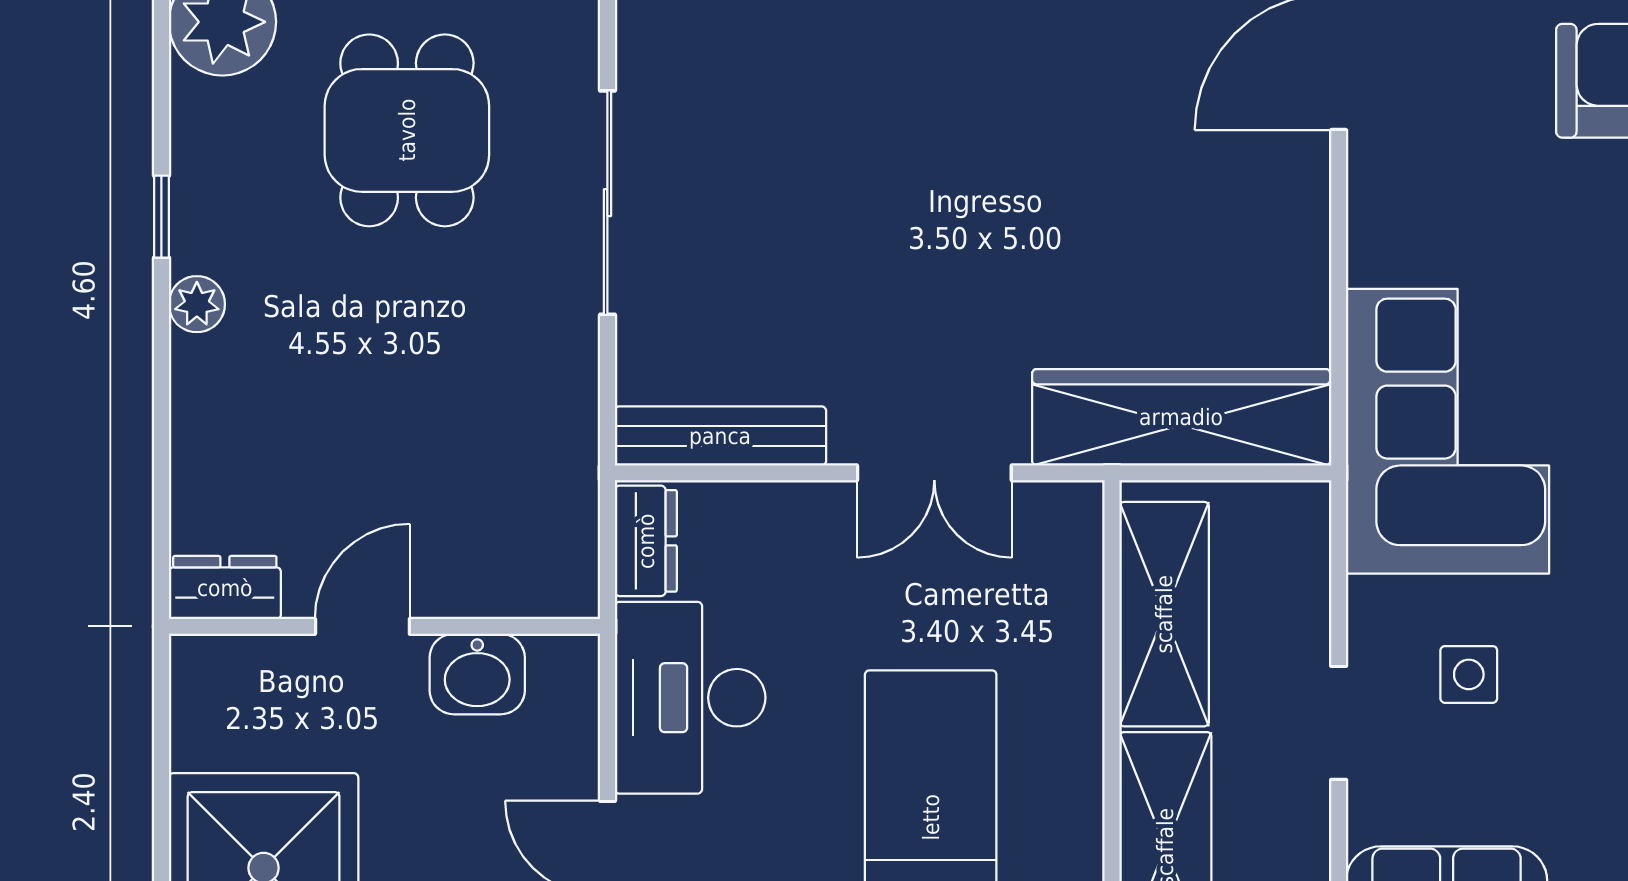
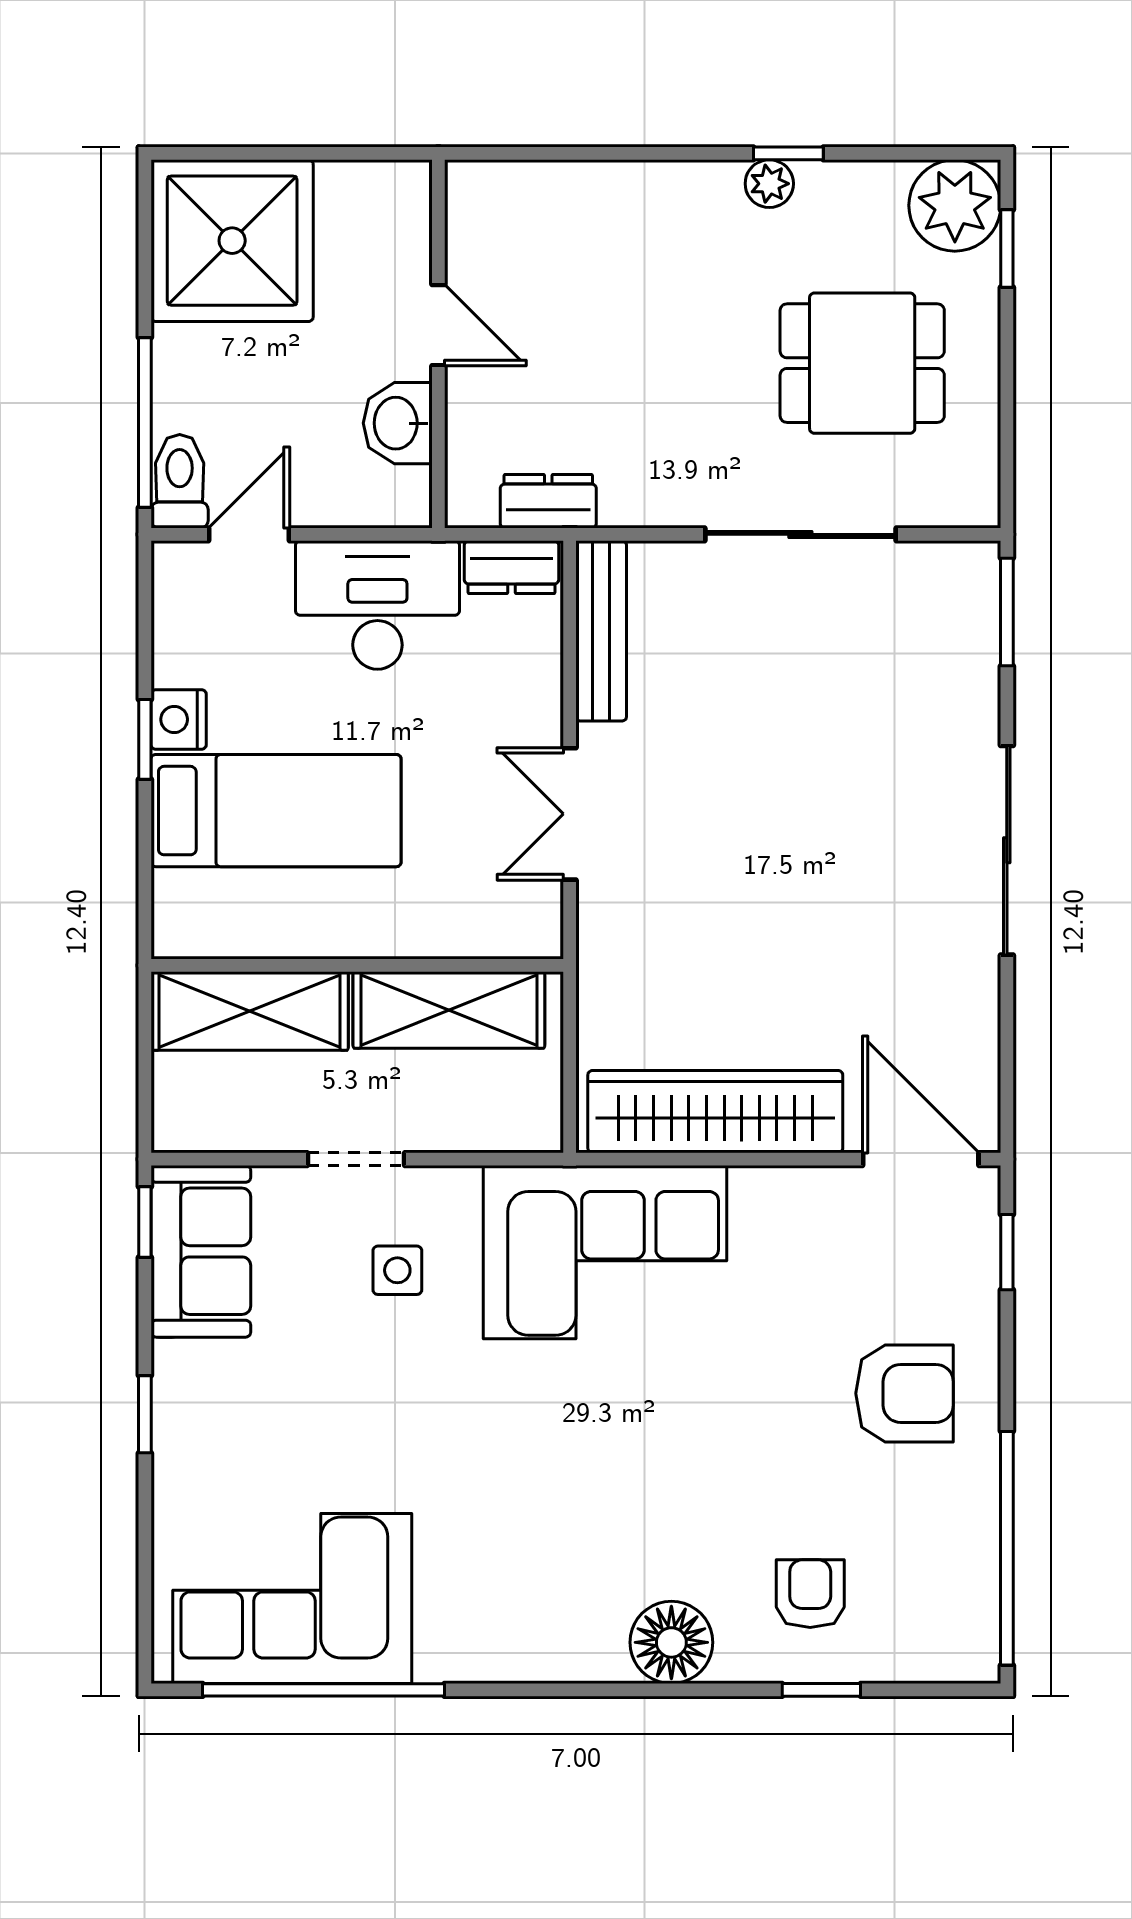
plant: (197, 304) -> (769, 184), moved
wardrobe: (1181, 417) -> (715, 1112), moved, turned -90
dresser: (225, 588) -> (548, 501), moved, turned -90

